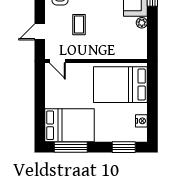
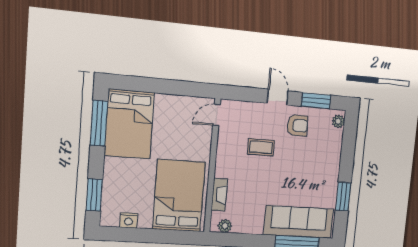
plant: (142, 23) -> (225, 226), moved
door: (40, 32) -> (278, 97), moved
fireplace: (118, 54) -> (219, 195), added

